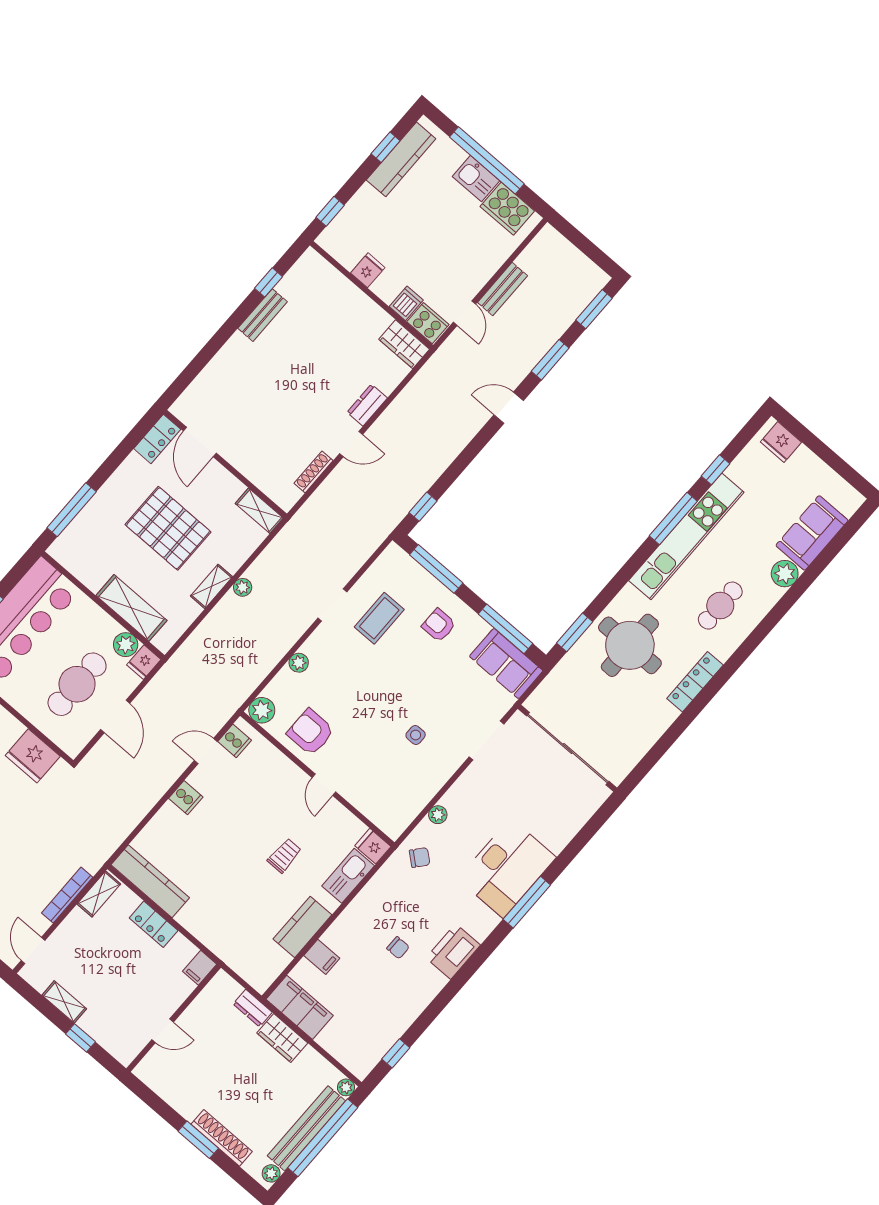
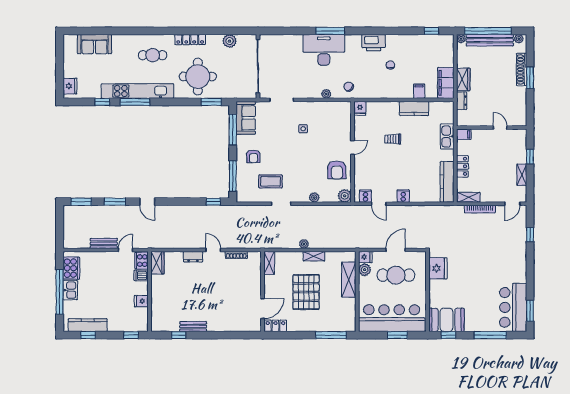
plant: (785, 574) -> (230, 41), moved
kitchen sink: (348, 876) -> (447, 136), moved, turned 90

